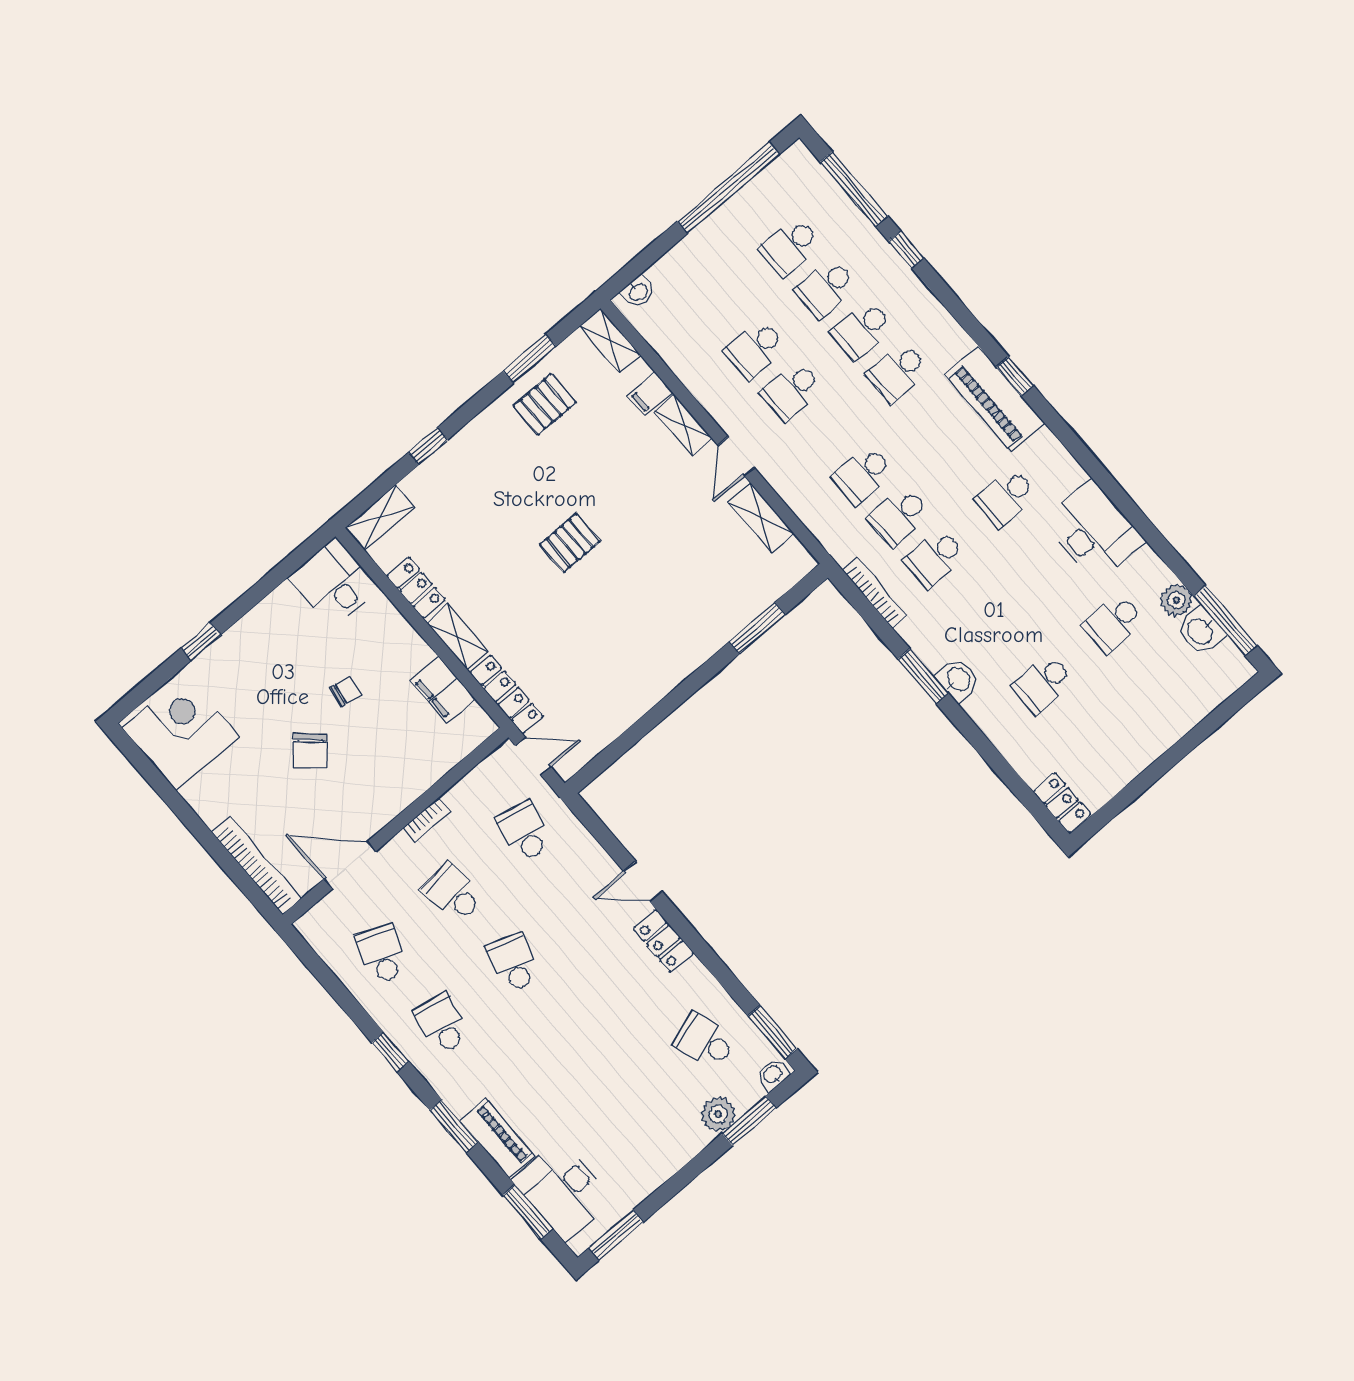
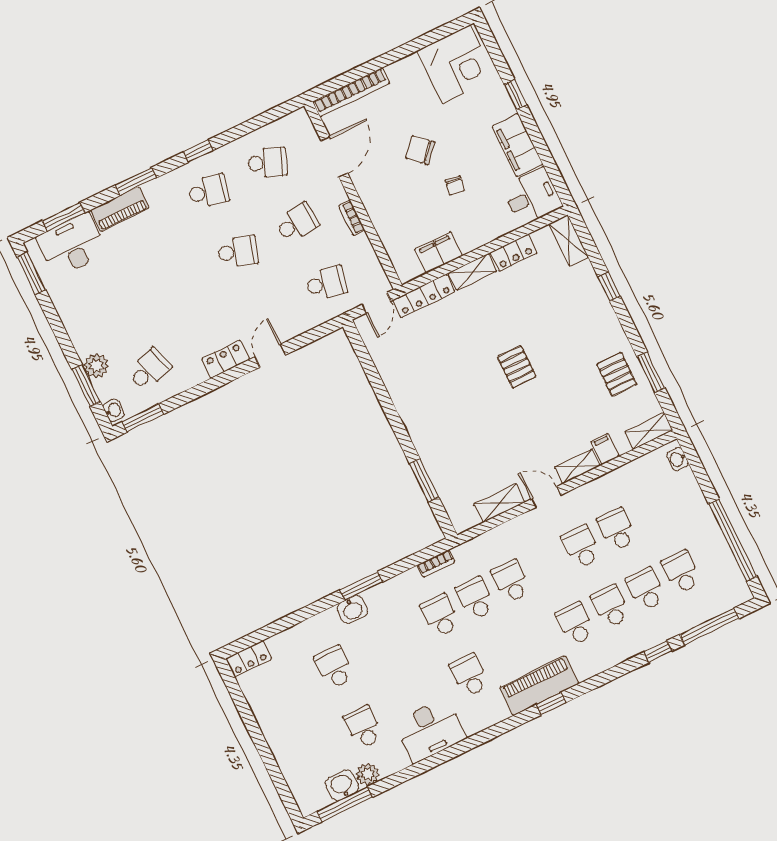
bookcase: (875, 593) -> (436, 564), width x0.64
filing cabinet: (269, 621) -> (518, 145), added

